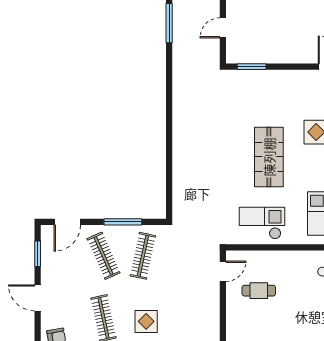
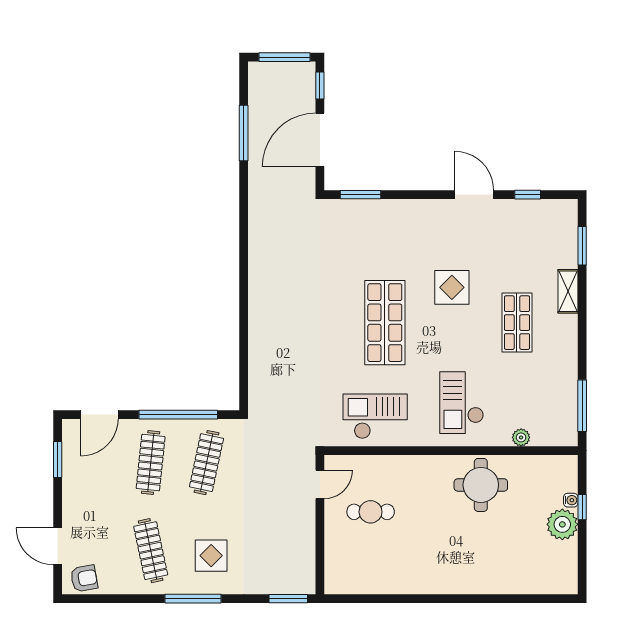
door: (223, 28) -> (320, 140), width x1.88
window: (123, 222) -> (178, 415), width x1.46
clothes rail: (103, 256) -> (151, 463), turned 30
door: (38, 298) -> (58, 546), moved

